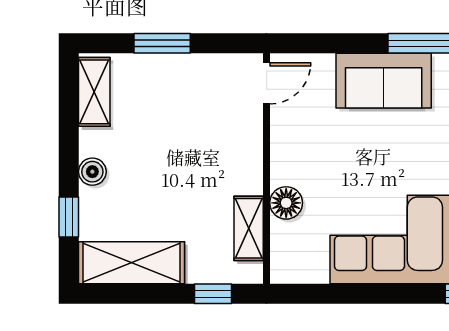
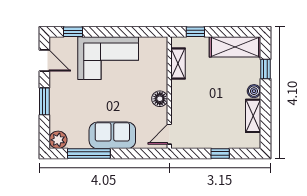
window: (162, 43) -> (220, 154), width x0.67
shelving: (94, 92) -> (253, 116), moved
floor lamp: (286, 203) -> (160, 99), moved

